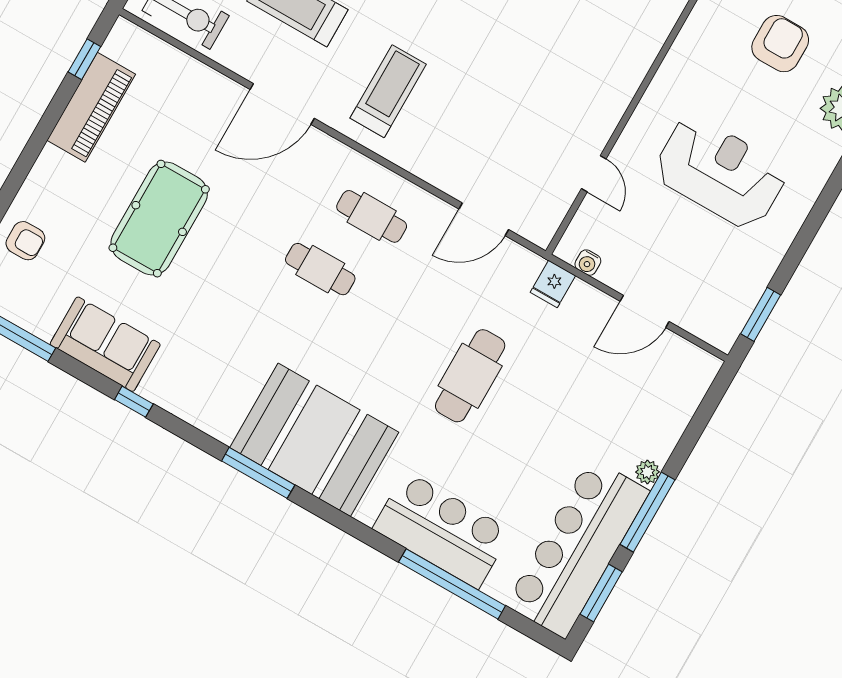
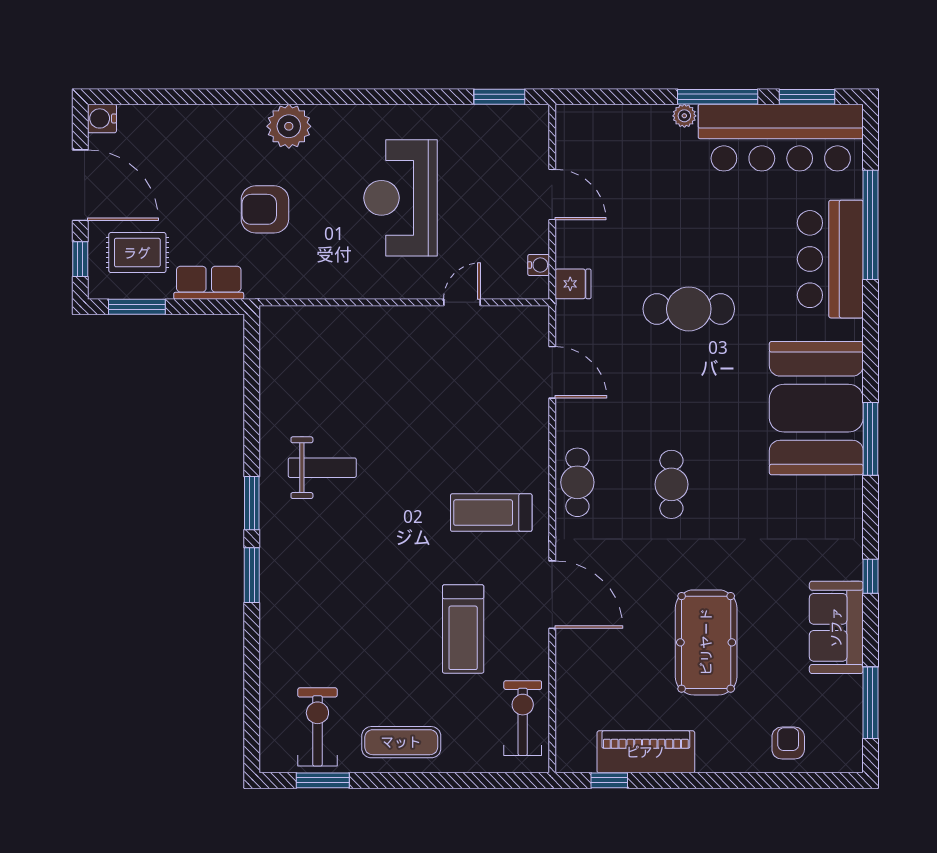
cafe table: (372, 216) -> (577, 482), moved
pool table: (159, 219) -> (706, 642), turned 90

